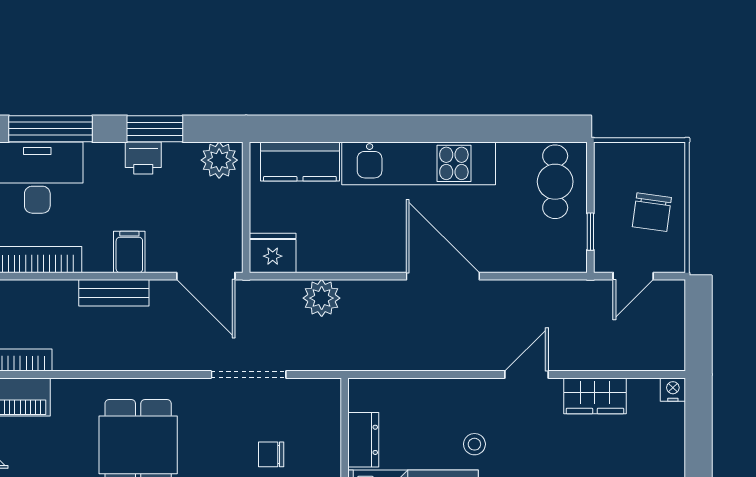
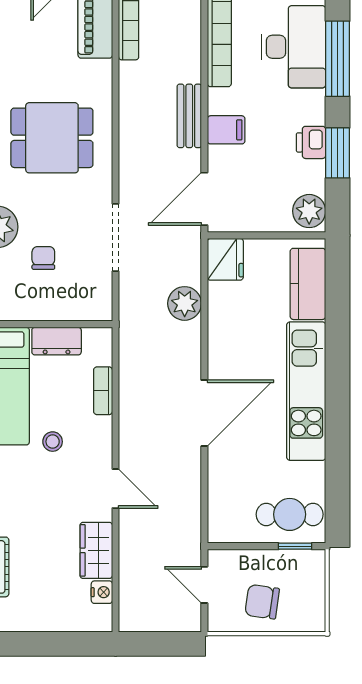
window: (590, 232) -> (295, 546), moved
bookcase: (418, 388) -> (103, 391), added
nightstand: (673, 390) -> (102, 592), moved

